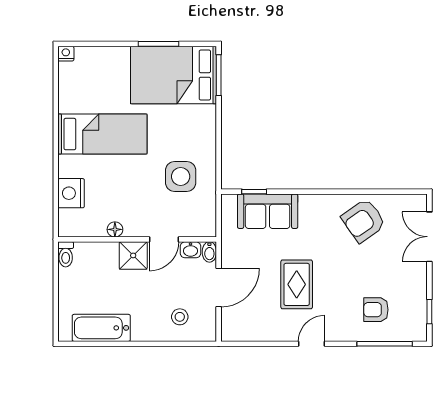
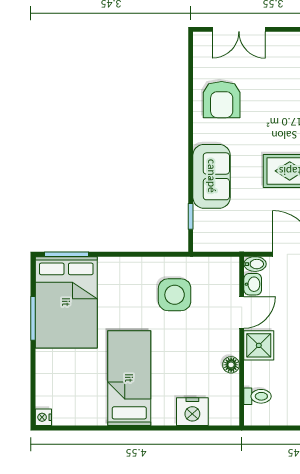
sofa: (268, 211) -> (212, 176), moved
armchair: (364, 221) -> (222, 100), turned 35
door: (164, 239) -> (242, 312), hinge flipped
toilet: (66, 254) -> (258, 396), moved

